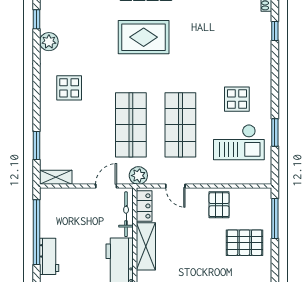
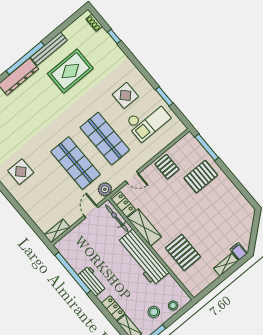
rug: (144, 37) -> (70, 71), moved
window: (37, 146) -> (30, 222), removed

